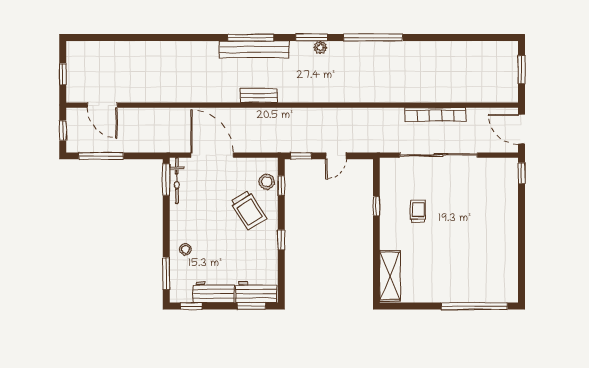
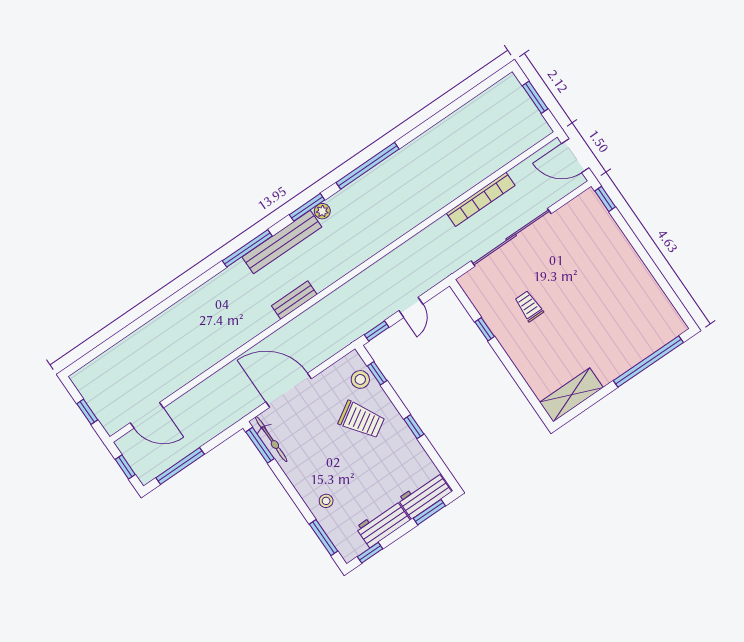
bench: (254, 49) -> (282, 242), moved
shelving: (390, 276) -> (571, 395), moved, turned 90

